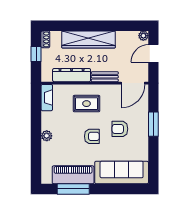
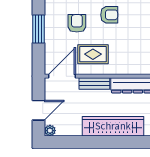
rug: (87, 104) -> (93, 54), moved
armchair: (120, 129) -> (77, 23), turned -90
armchair: (92, 136) -> (109, 15), turned 180

